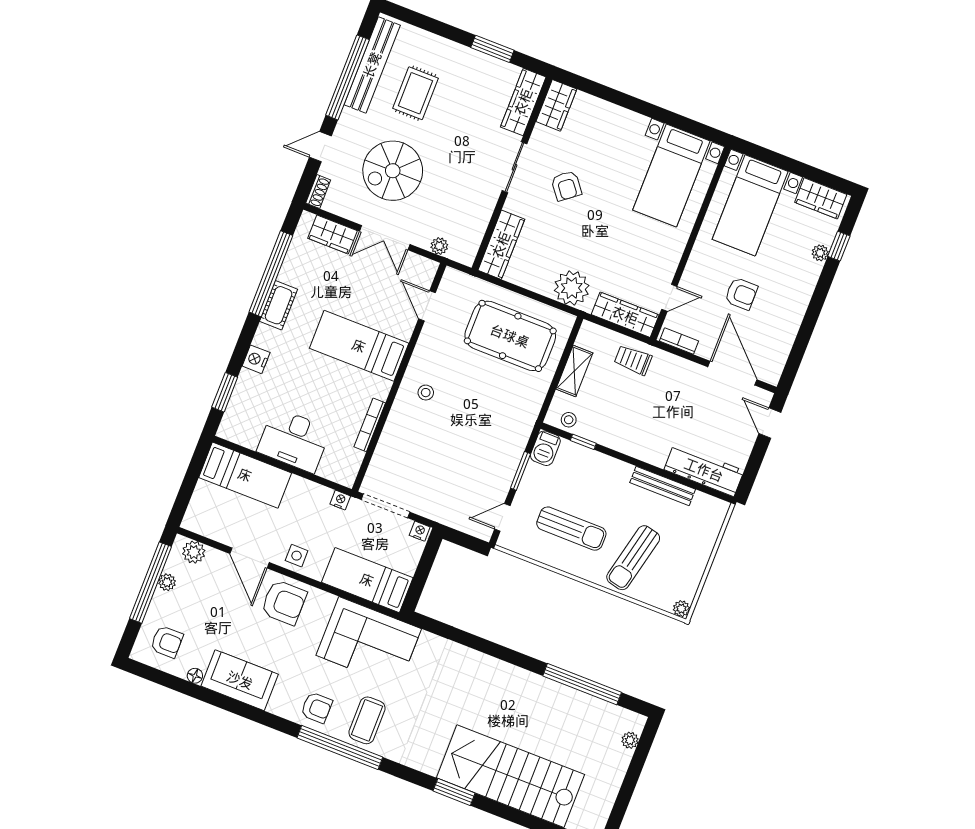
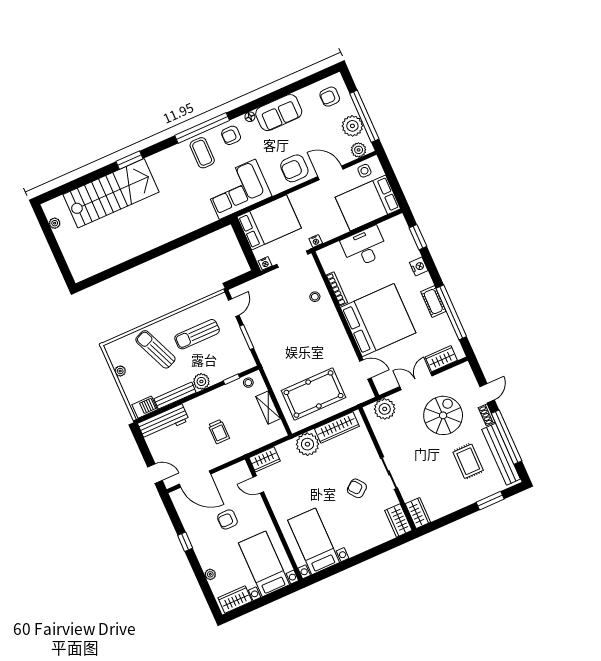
window: (492, 49) -> (490, 501), moved
wardrobe: (523, 102) -> (418, 513), width x0.67
shoe rack: (318, 192) -> (487, 415), moved
wardrobe: (501, 245) -> (337, 427), moved, turned -90
plant: (439, 246) -> (385, 409), width x1.88, depth x1.88
window: (839, 246) -> (185, 542), moved
door: (669, 298) -> (258, 485), hinge flipped
wardrobe: (625, 315) -> (265, 459), width x0.67
bookcase: (679, 341) -> (234, 469), removed
bed: (359, 346) -> (378, 320), width x2.04
trolley: (633, 360) -> (219, 432), moved, turned 90
stool: (426, 393) -> (315, 297), moved
barbecue: (545, 448) -> (145, 407), moved, turned 90
plant: (618, 472) -> (201, 381), added
bed: (245, 475) -> (368, 203), width x1.50
side table: (297, 556) -> (364, 171), moved
sun lounger: (633, 558) -> (155, 349), turned -36
bed: (367, 580) -> (269, 222), width x1.50
plant: (167, 582) -> (352, 126), width x1.87, depth x1.87
plant: (681, 609) -> (120, 371), moved
floor lamp: (195, 676) -> (250, 117), moved
window: (582, 684) -> (121, 268), removed
plant: (630, 740) -> (55, 223), moved

